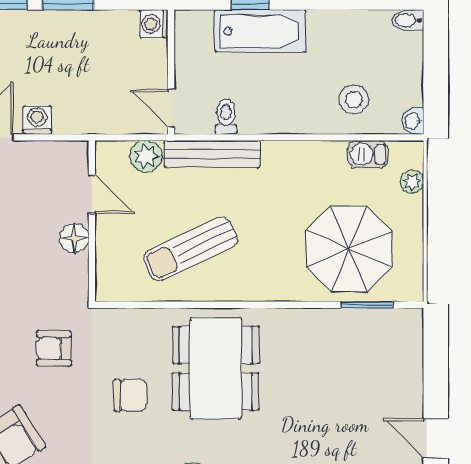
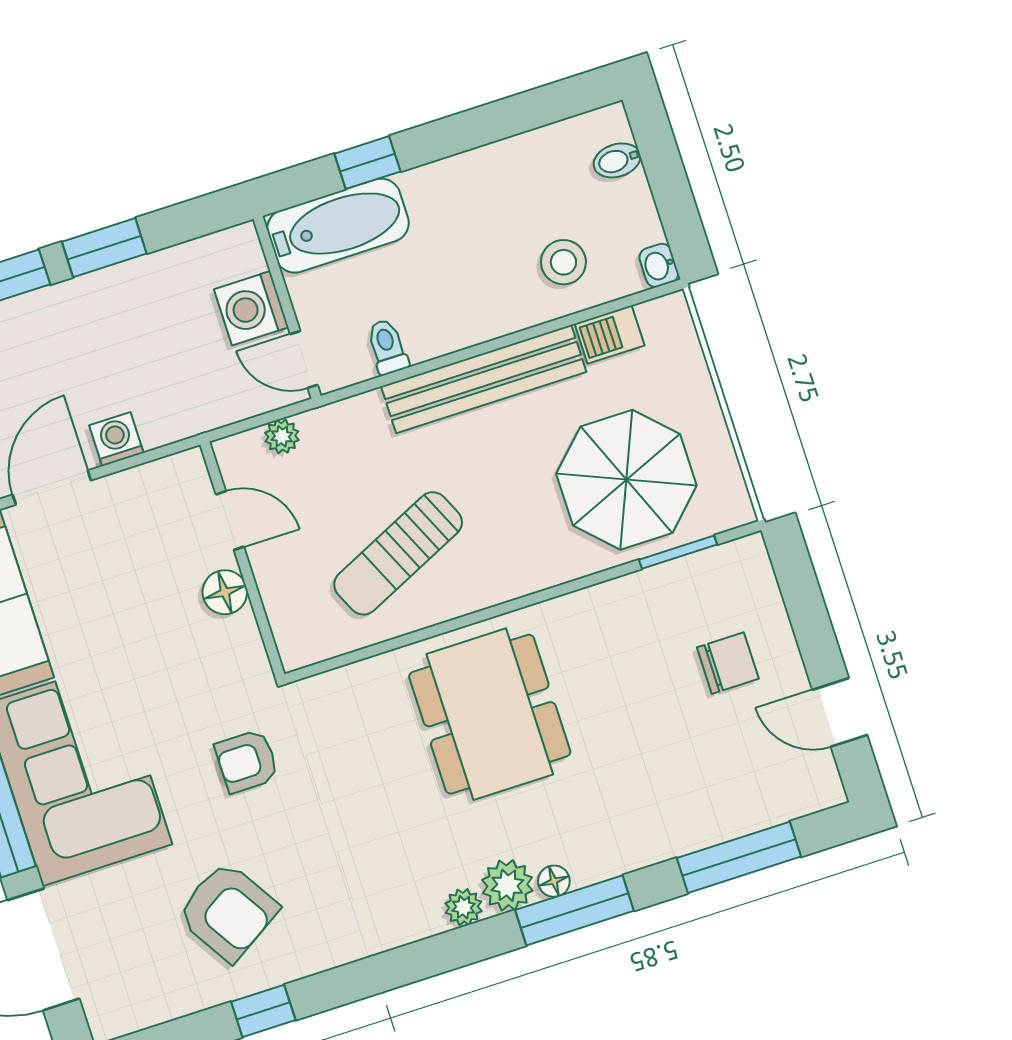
bidet: (408, 20) -> (617, 160), moved
washing machine: (154, 24) -> (251, 308), moved, width x1.38, depth x1.38
bathtub: (260, 31) -> (338, 226), moved
bench: (212, 154) -> (484, 379), moved, width x1.37, depth x1.21
plant: (146, 156) -> (282, 436), width x0.73, depth x0.73
plant: (412, 182) -> (686, 353), removed
chair: (130, 395) -> (728, 663), moved

